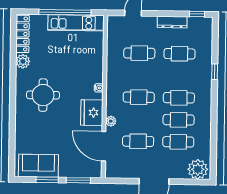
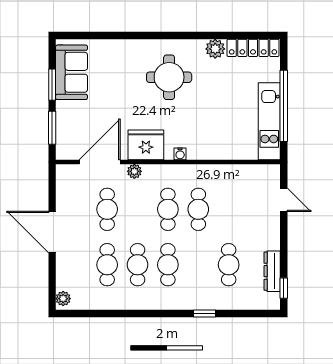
dresser: (172, 22) -> (272, 271), moved
cafe table: (139, 53) -> (198, 209), moved
plant: (198, 169) -> (63, 299), width x0.53, depth x0.53

